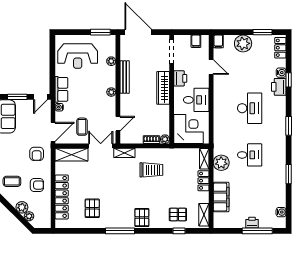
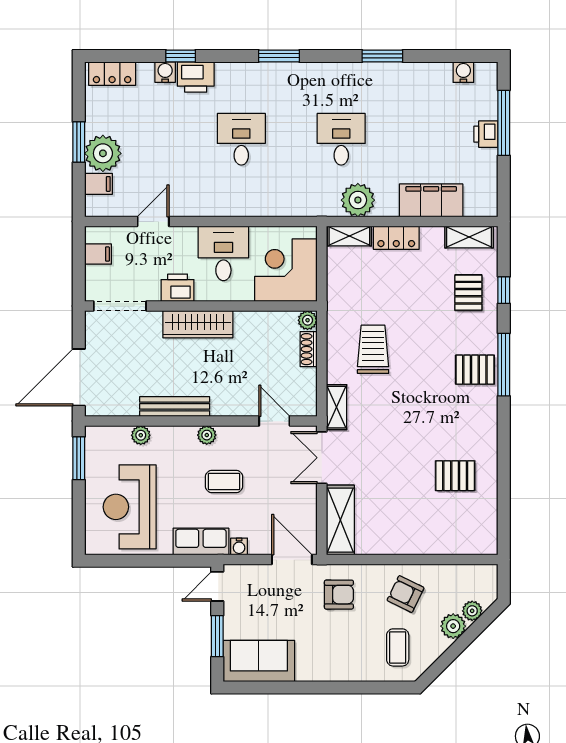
window: (263, 32) -> (79, 142), moved
filing cabinet: (218, 41) -> (99, 184), moved
reception desk: (78, 56) -> (130, 507), turned 180
door: (41, 97) -> (217, 586), swing flipped
desk: (250, 108) -> (241, 139), width x0.73
coffee table: (82, 127) -> (224, 481), moved
armchair: (37, 185) -> (406, 594), turned -64
locker: (62, 197) -> (431, 541), removed
window: (120, 231) -> (504, 365), moved

